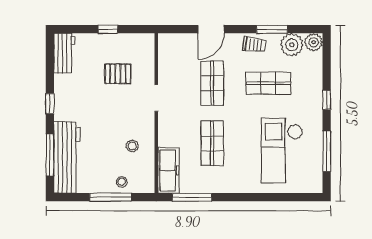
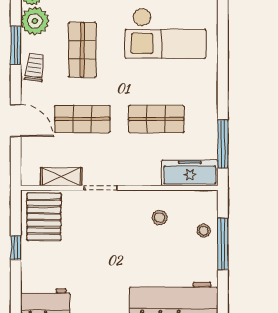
shelving: (165, 66) -> (61, 177), added
pallet: (118, 74) -> (44, 217), moved, width x1.50, depth x1.42

